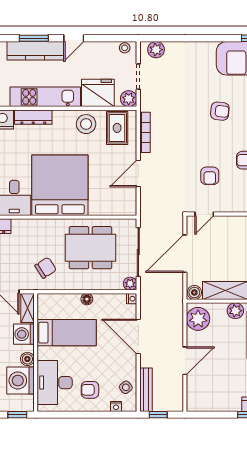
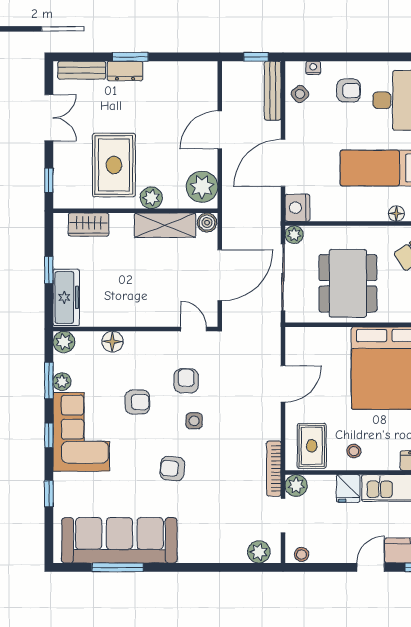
fridge: (98, 93) -> (348, 489), width x0.53, depth x0.75
stool: (86, 124) -> (354, 451), width x0.53, depth x0.53
bookcase: (145, 132) -> (274, 469), moved
side table: (204, 146) -> (194, 421), added
door: (204, 214) -> (194, 329), hinge flipped
dining table: (90, 248) -> (348, 283), turned 90
floor lamp: (87, 299) -> (396, 214), moved
nightstand: (132, 299) -> (297, 208), width x1.89, depth x1.79
door: (138, 336) -> (283, 163), swing flipped

